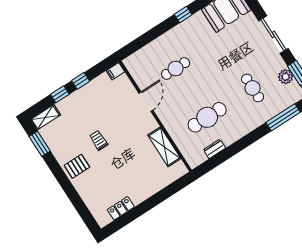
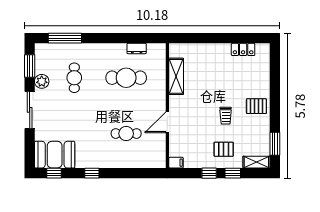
plant: (286, 77) -> (42, 81), moved
pallet: (81, 110) -> (224, 149), added

